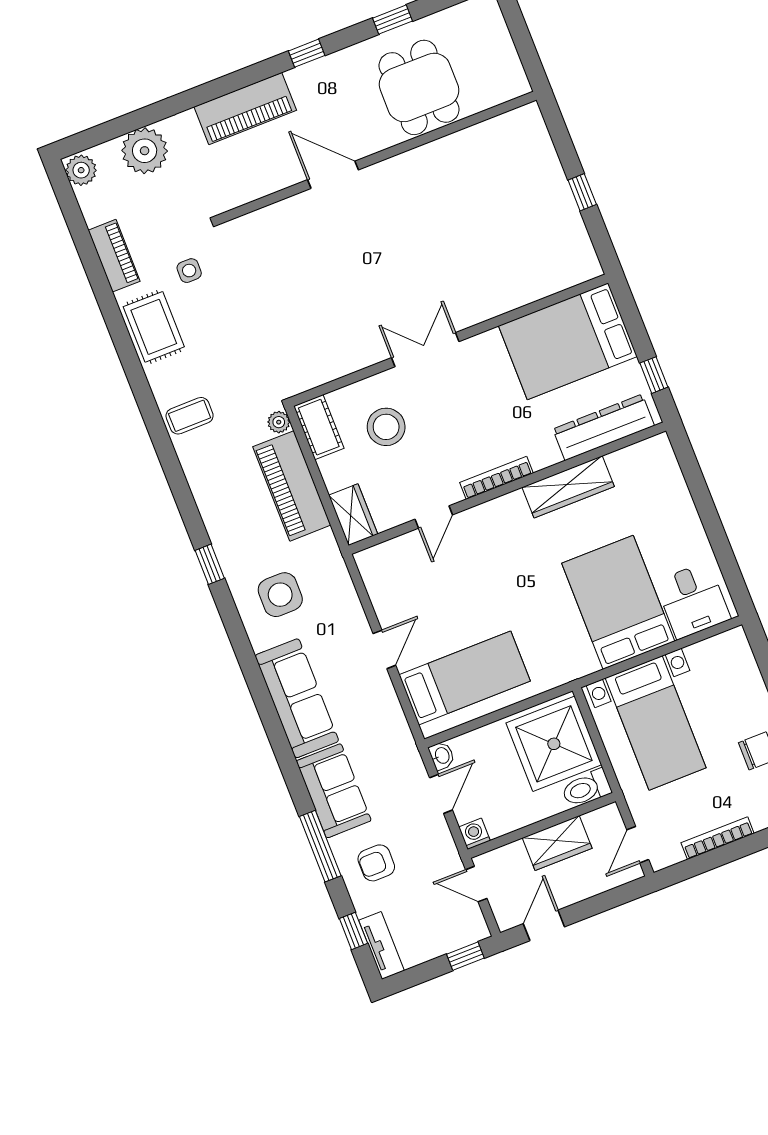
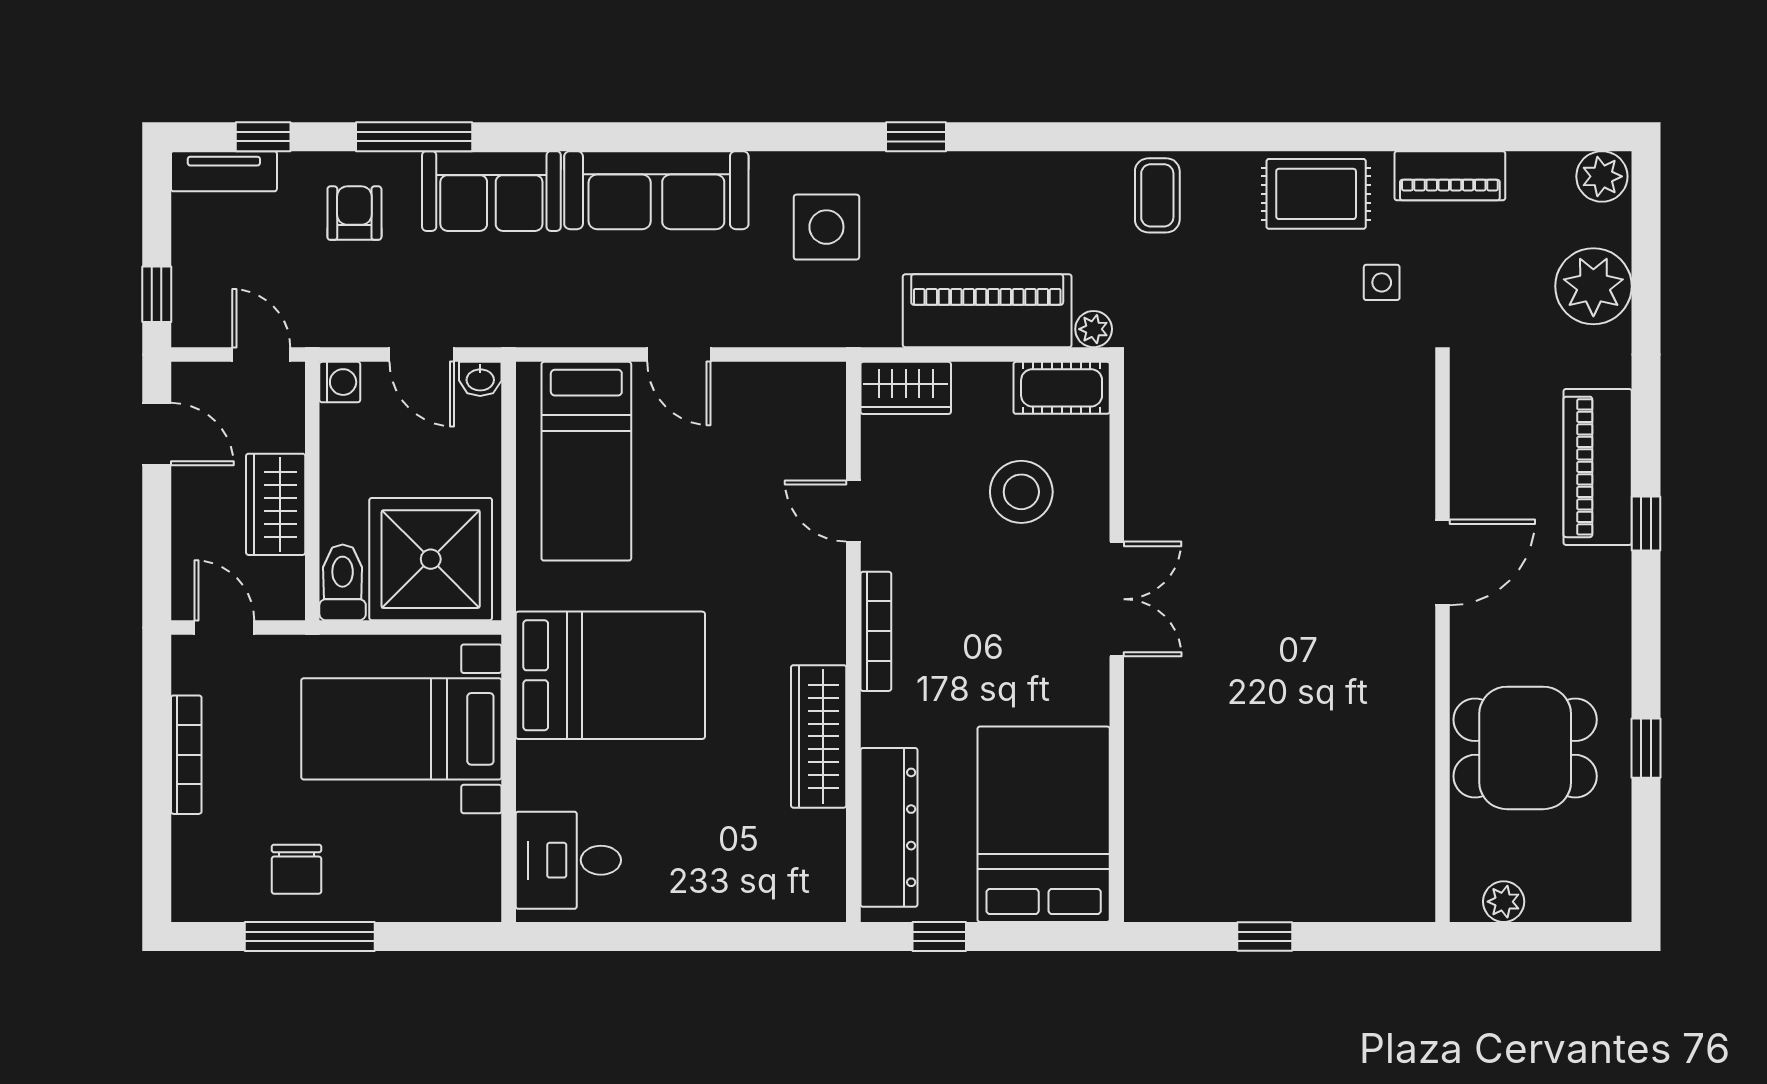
window: (307, 53) -> (1646, 523), moved
plant: (510, 66) -> (1504, 902), added
bed: (618, 602) -> (610, 675), moved
door: (476, 884) -> (261, 355), hinge flipped

